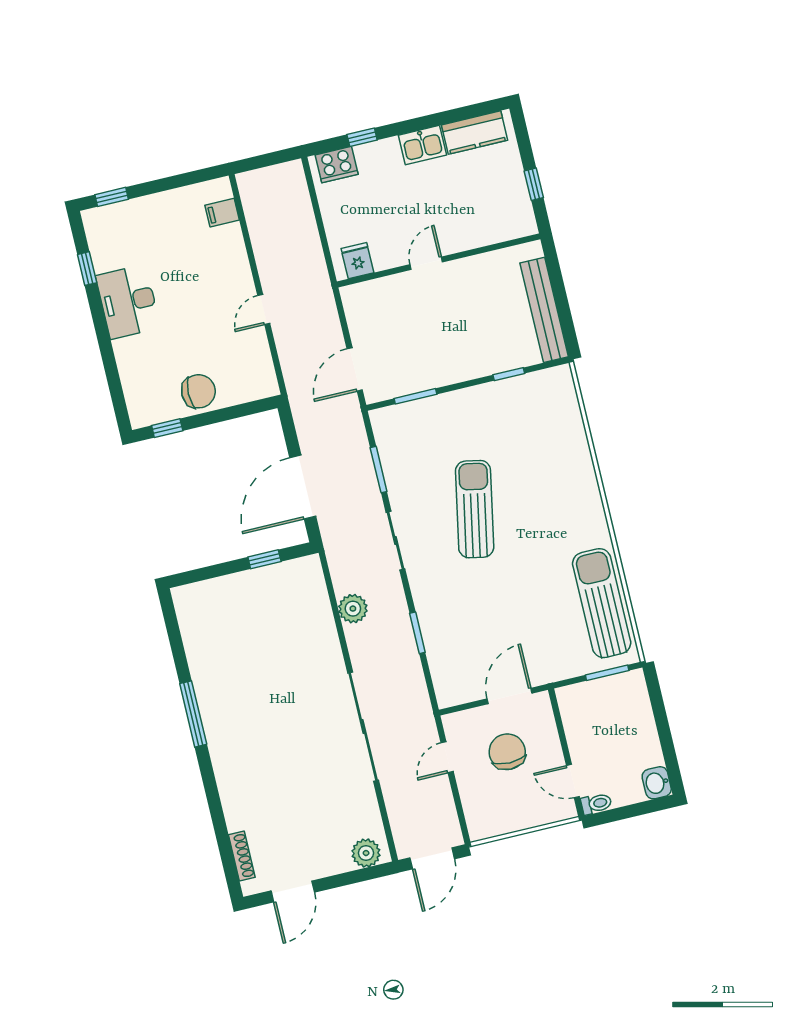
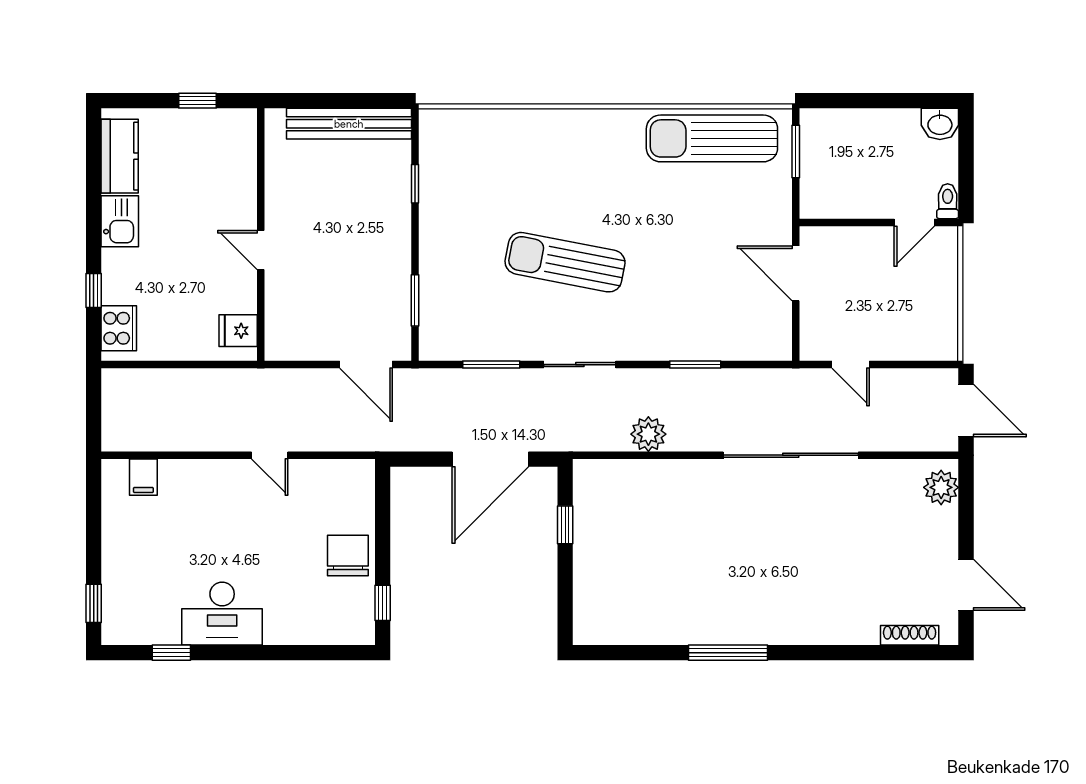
door: (303, 487) -> (490, 459), hinge flipped
chair: (507, 752) -> (861, 292), removed

